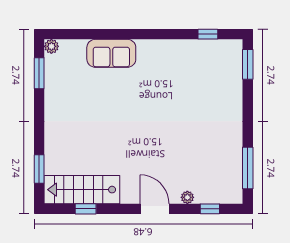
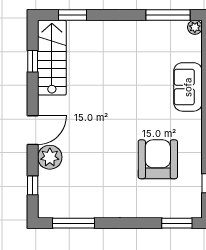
window: (39, 73) -> (168, 15), width x1.44
armchair: (184, 83) -> (158, 159), added
plant: (187, 197) -> (50, 157), width x1.88, depth x1.88

